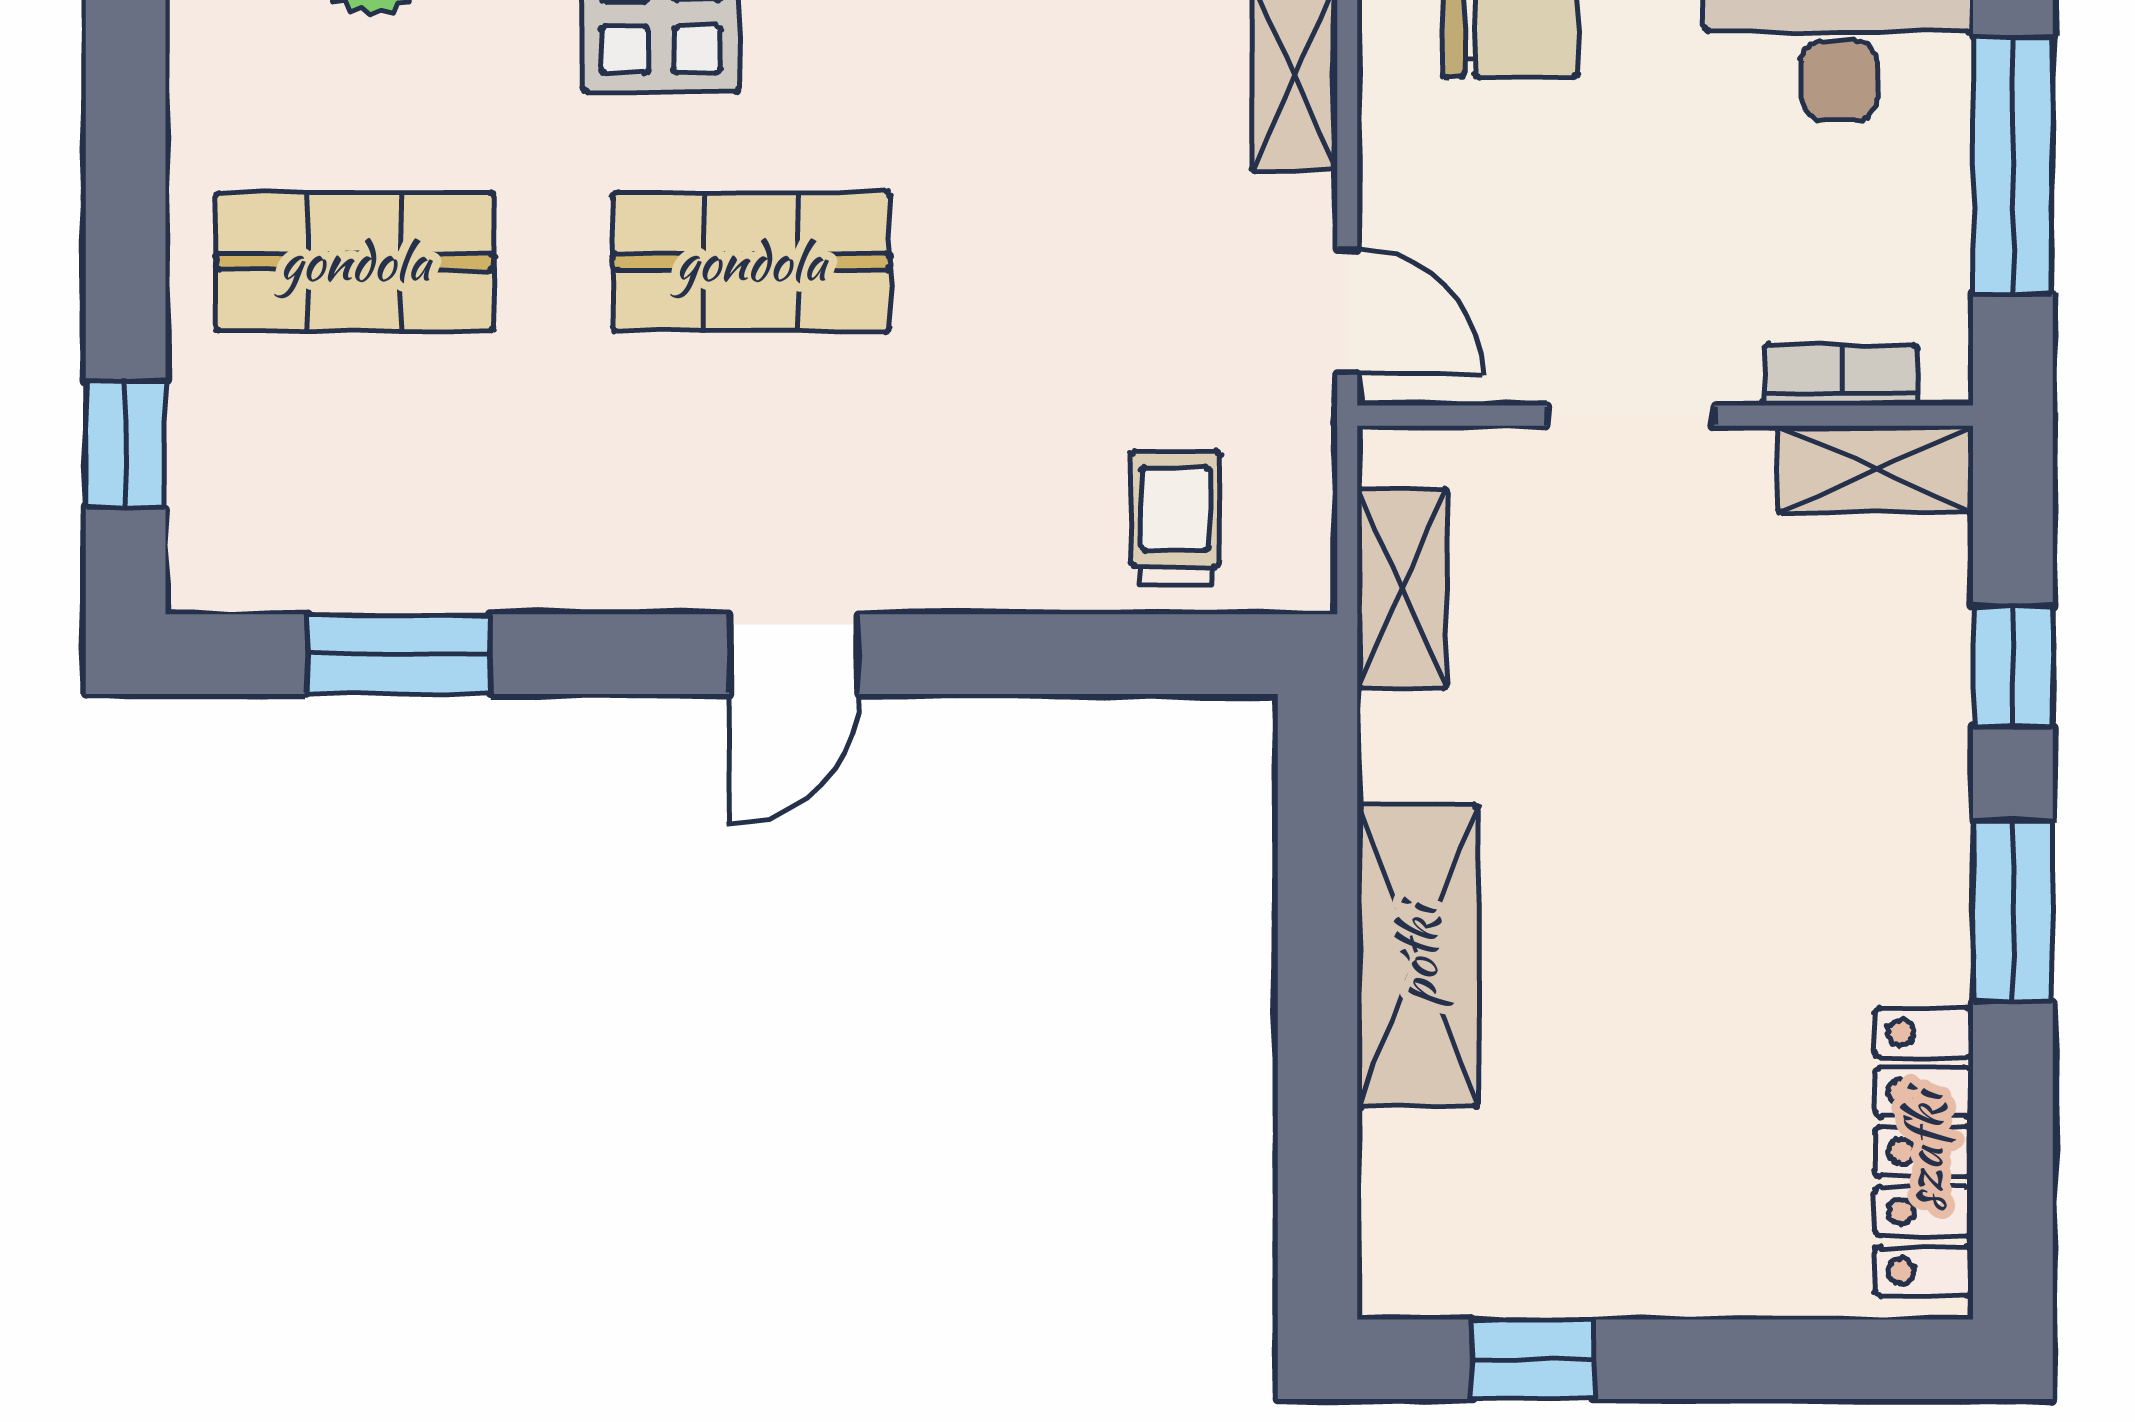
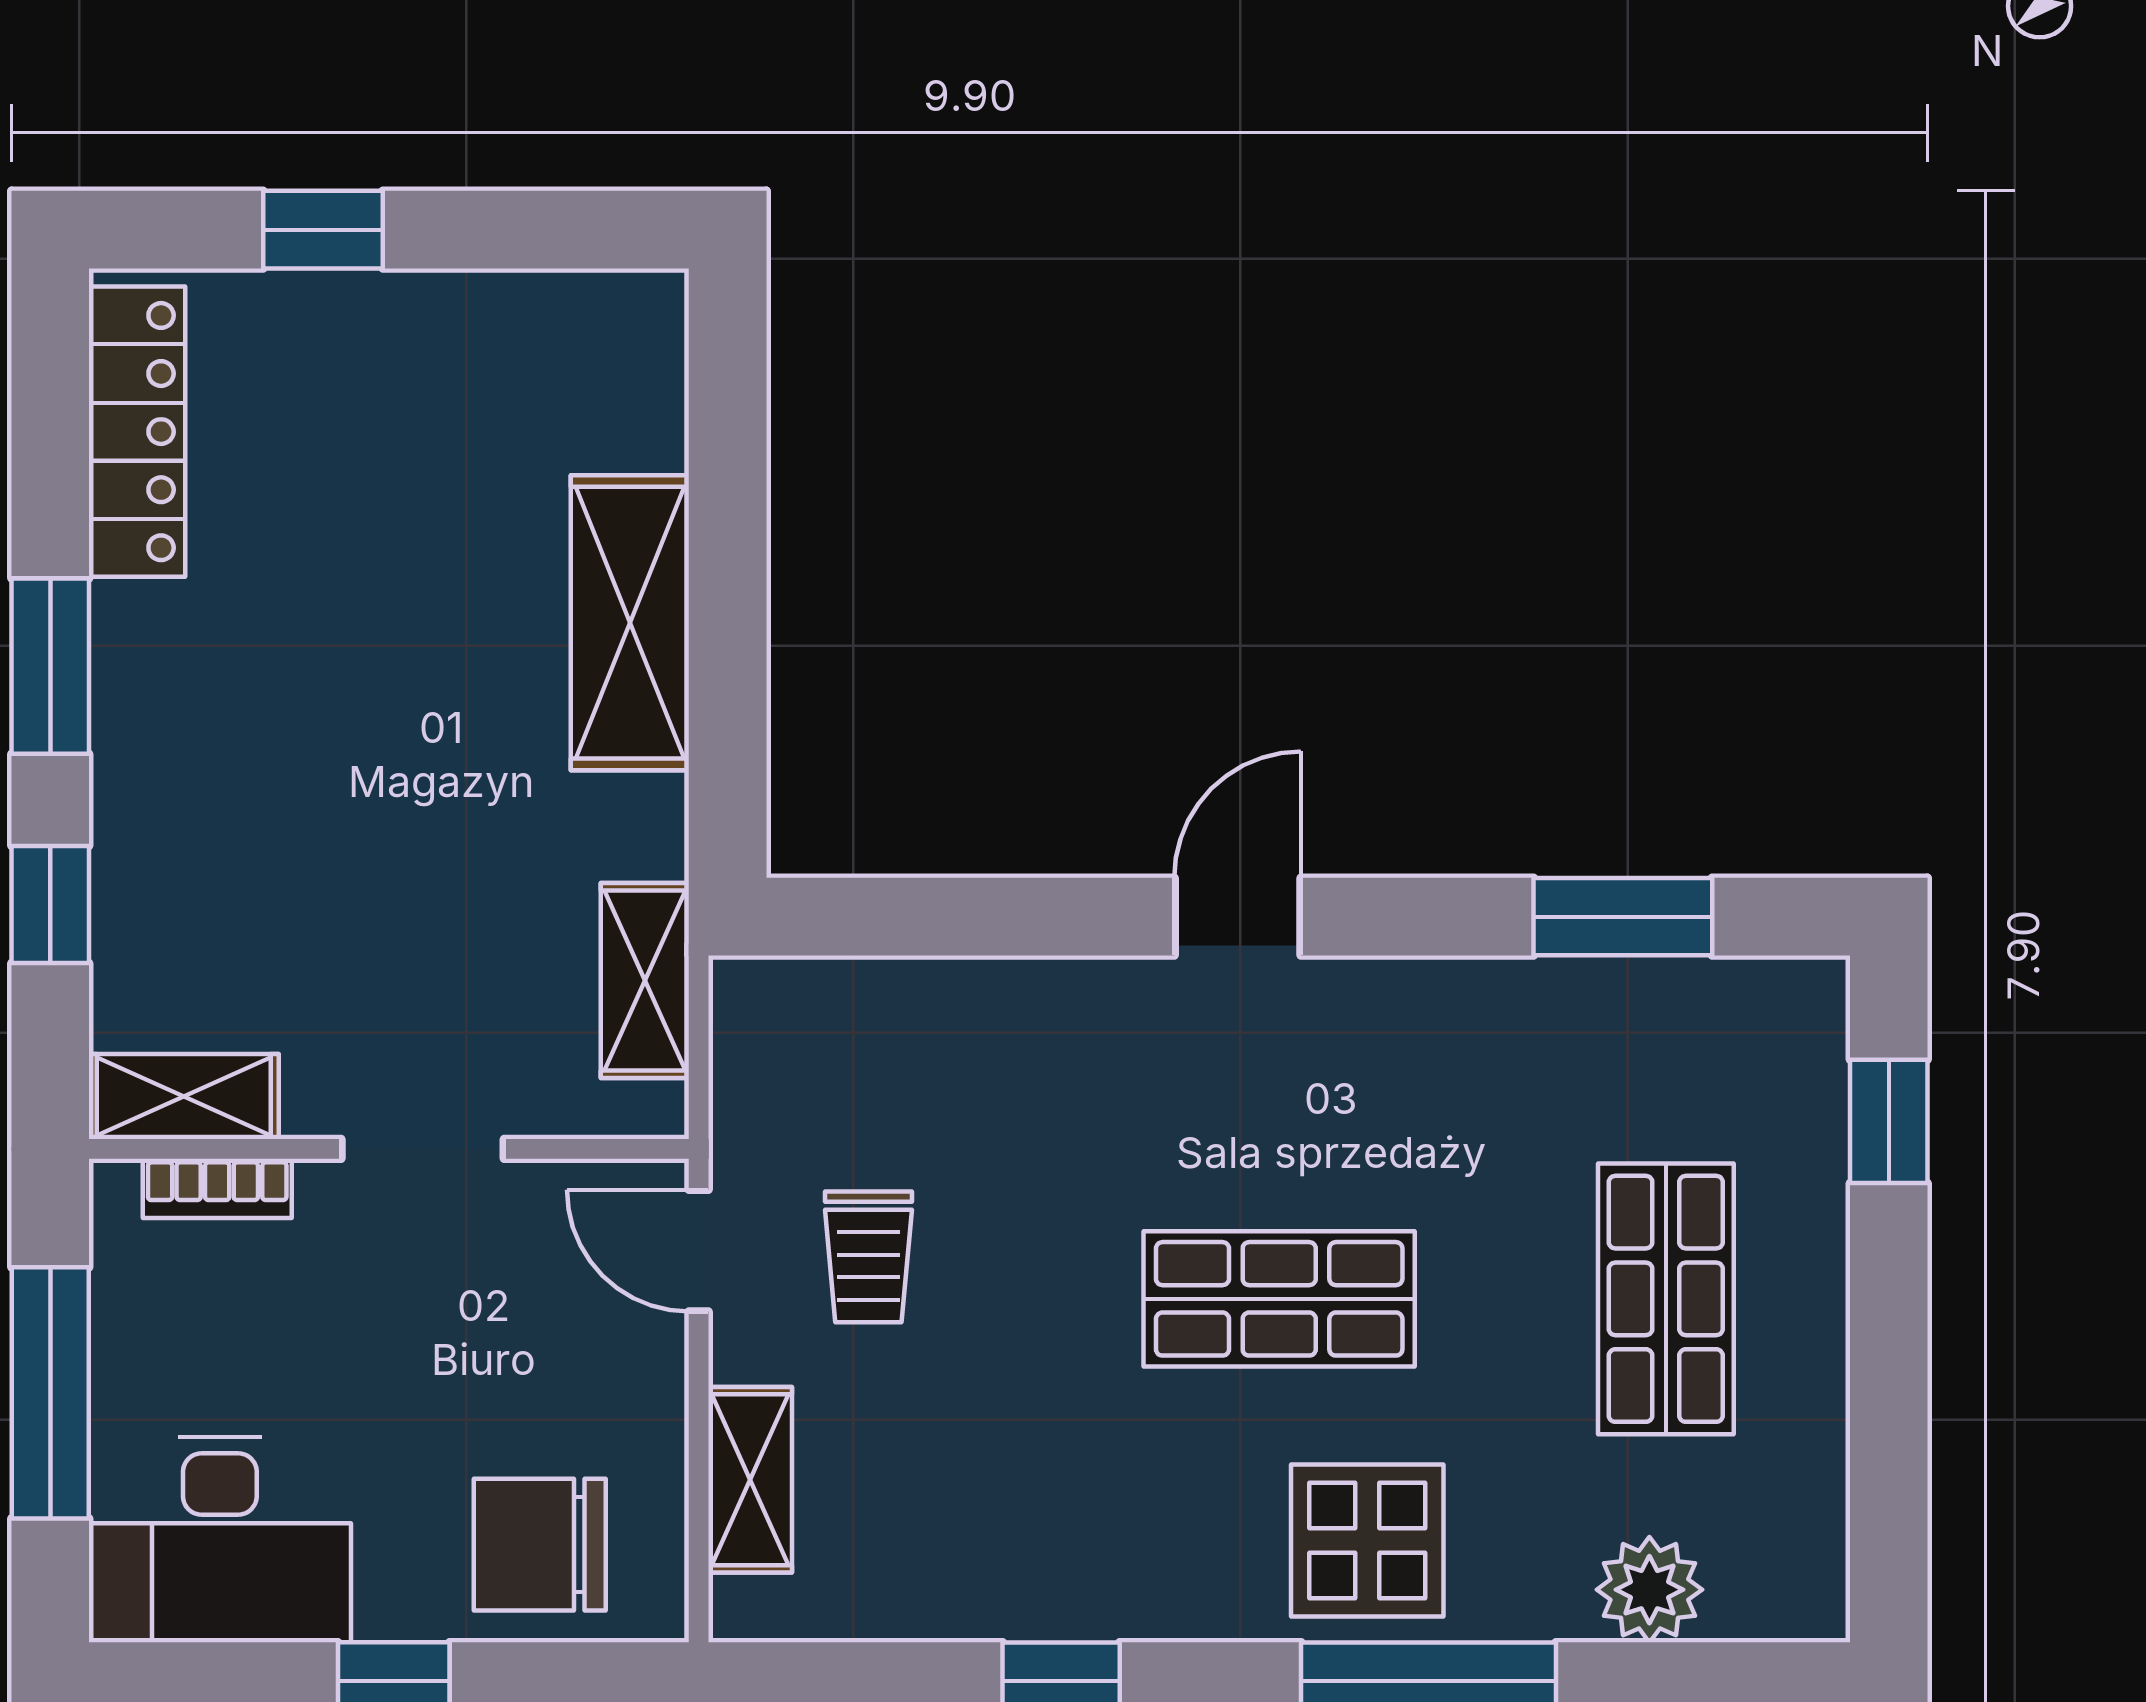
shop shelf: (355, 262) -> (1666, 1299), turned 90
trolley: (1175, 518) -> (868, 1257), moved
window: (1532, 1359) -> (323, 230), moved

